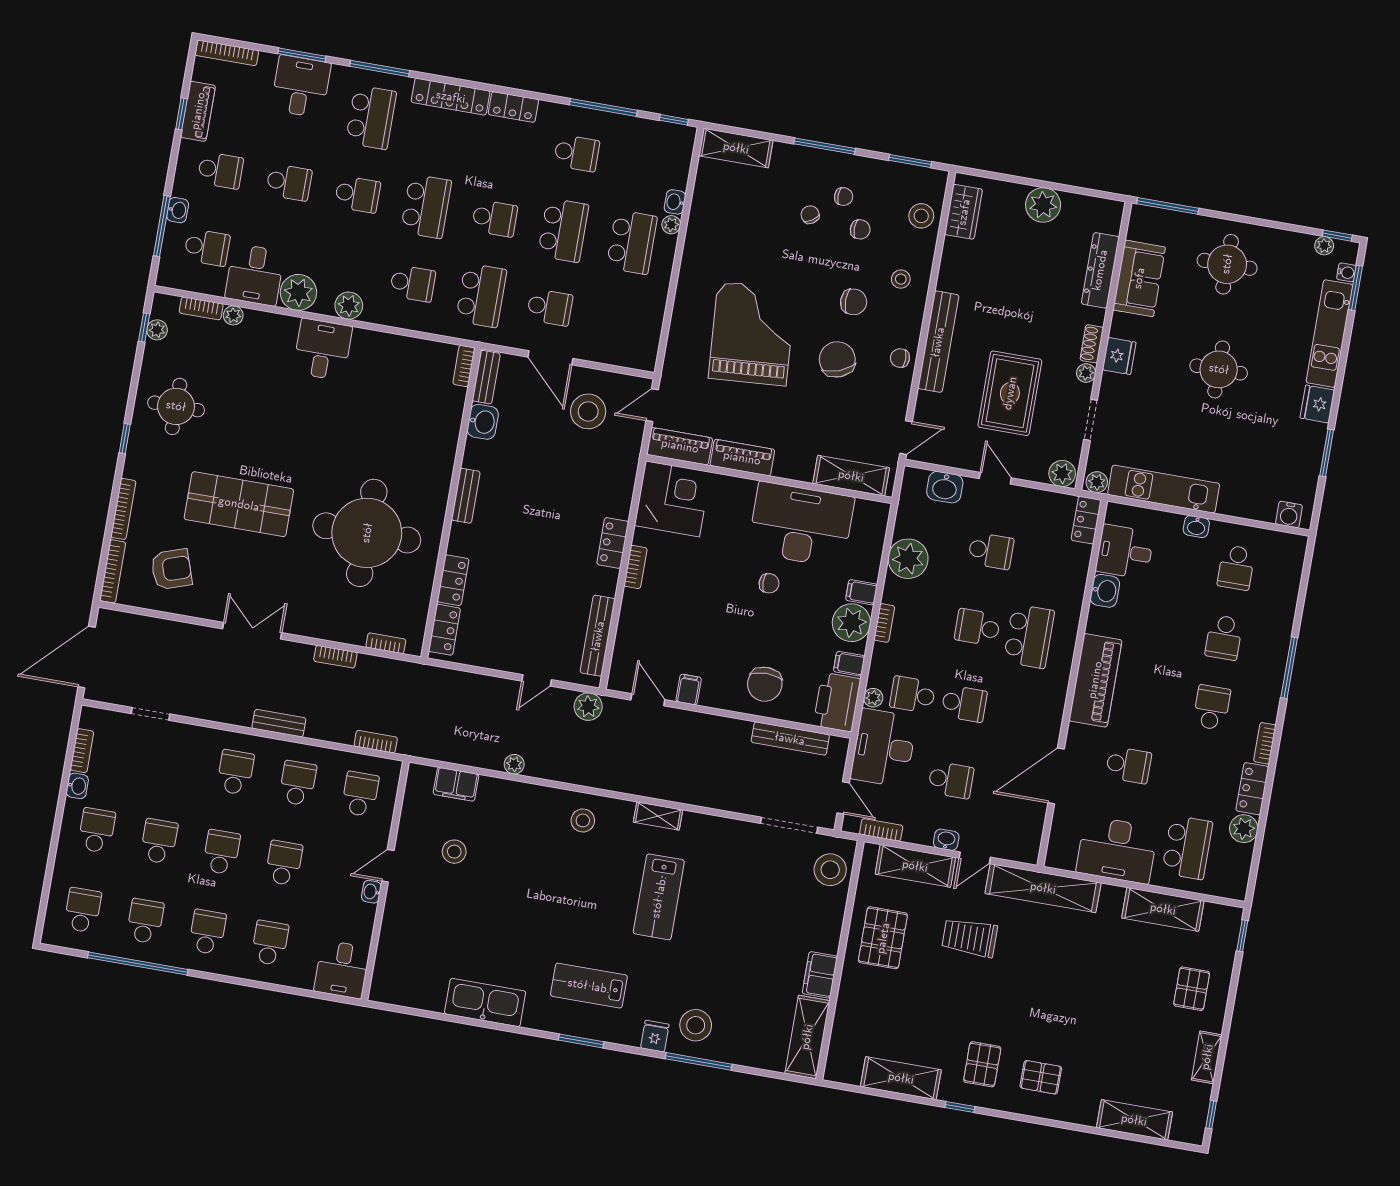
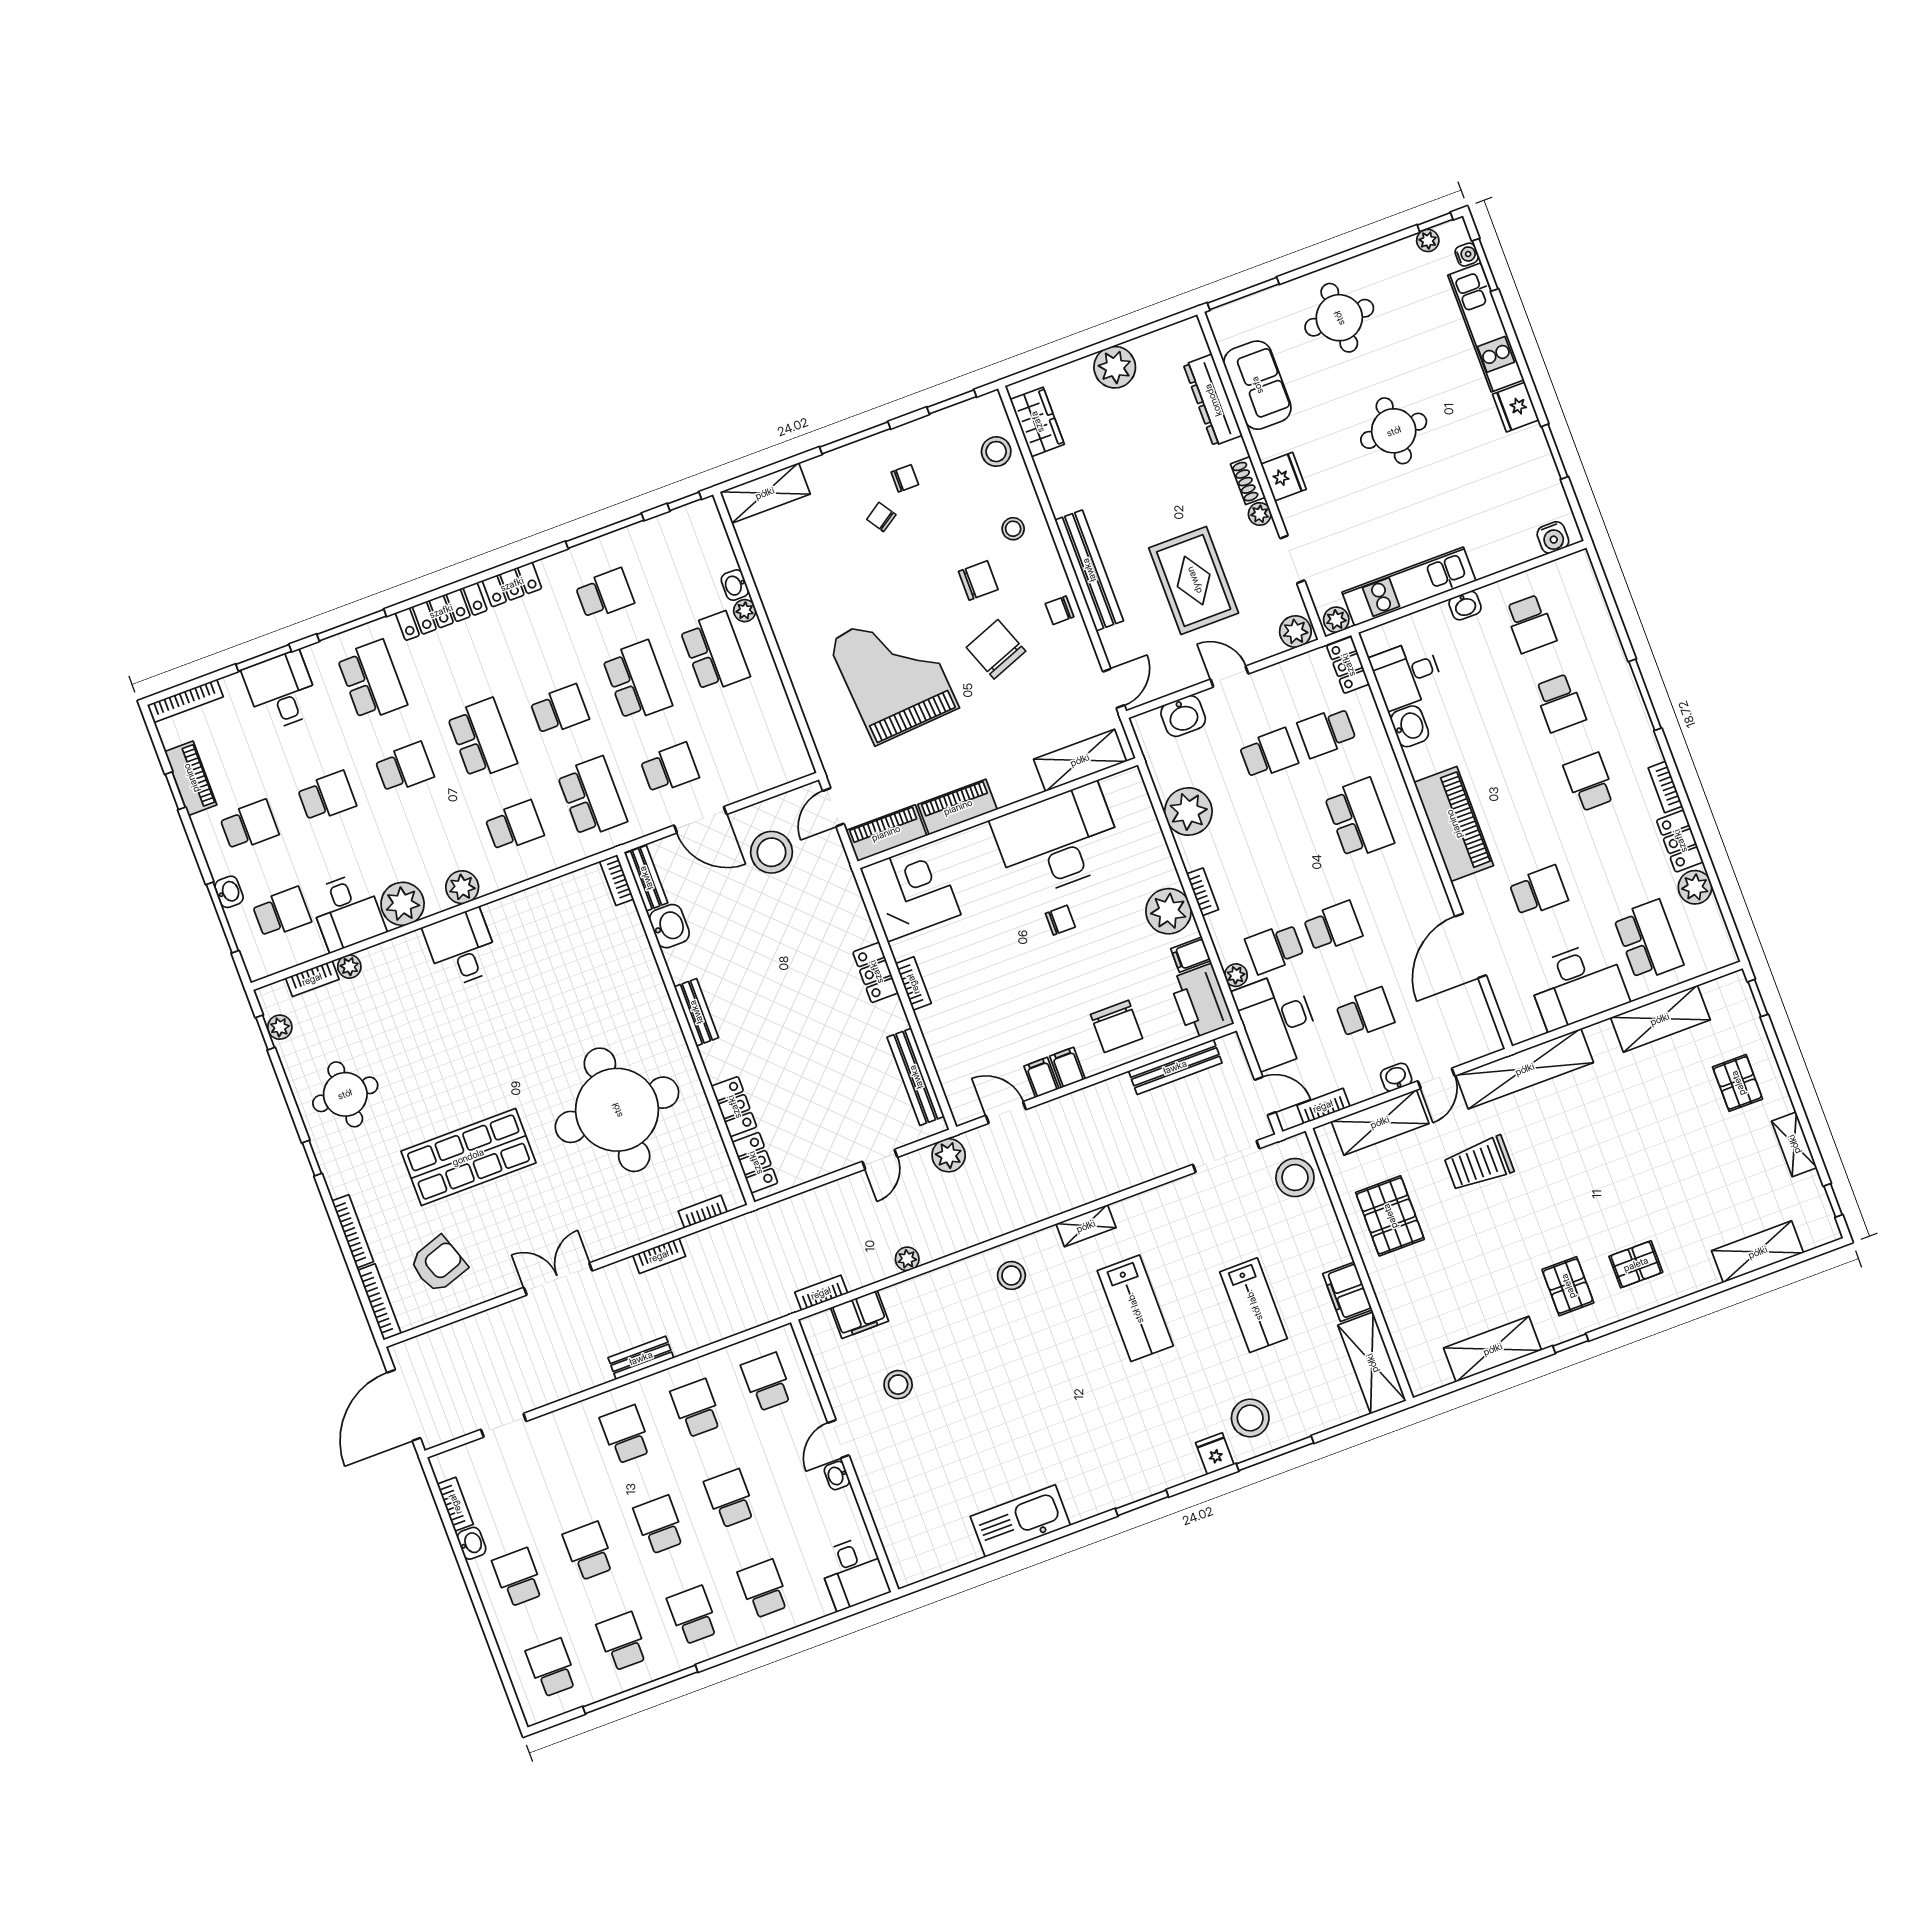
chair: (860, 229) -> (942, 502), removed
filing cabinet: (861, 592) -> (1068, 1068), moved, turned 90
school desk: (977, 627) -> (1327, 732), moved
bookcase: (376, 742) -> (821, 1293), moved
lab bench: (589, 986) -> (1254, 1305), moved, turned -90

